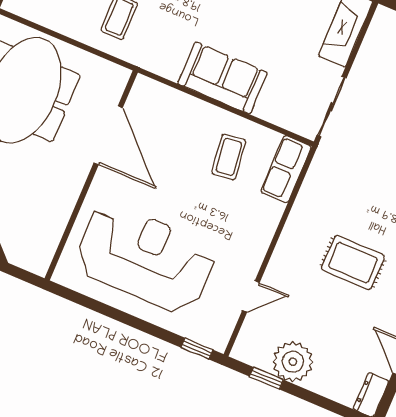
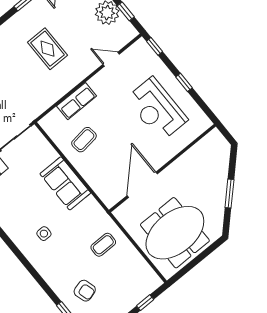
row of seats: (286, 169) -> (77, 101), moved
reception desk: (145, 258) -> (157, 109), width x0.74, depth x0.77
window: (126, 318) -> (184, 82), added

